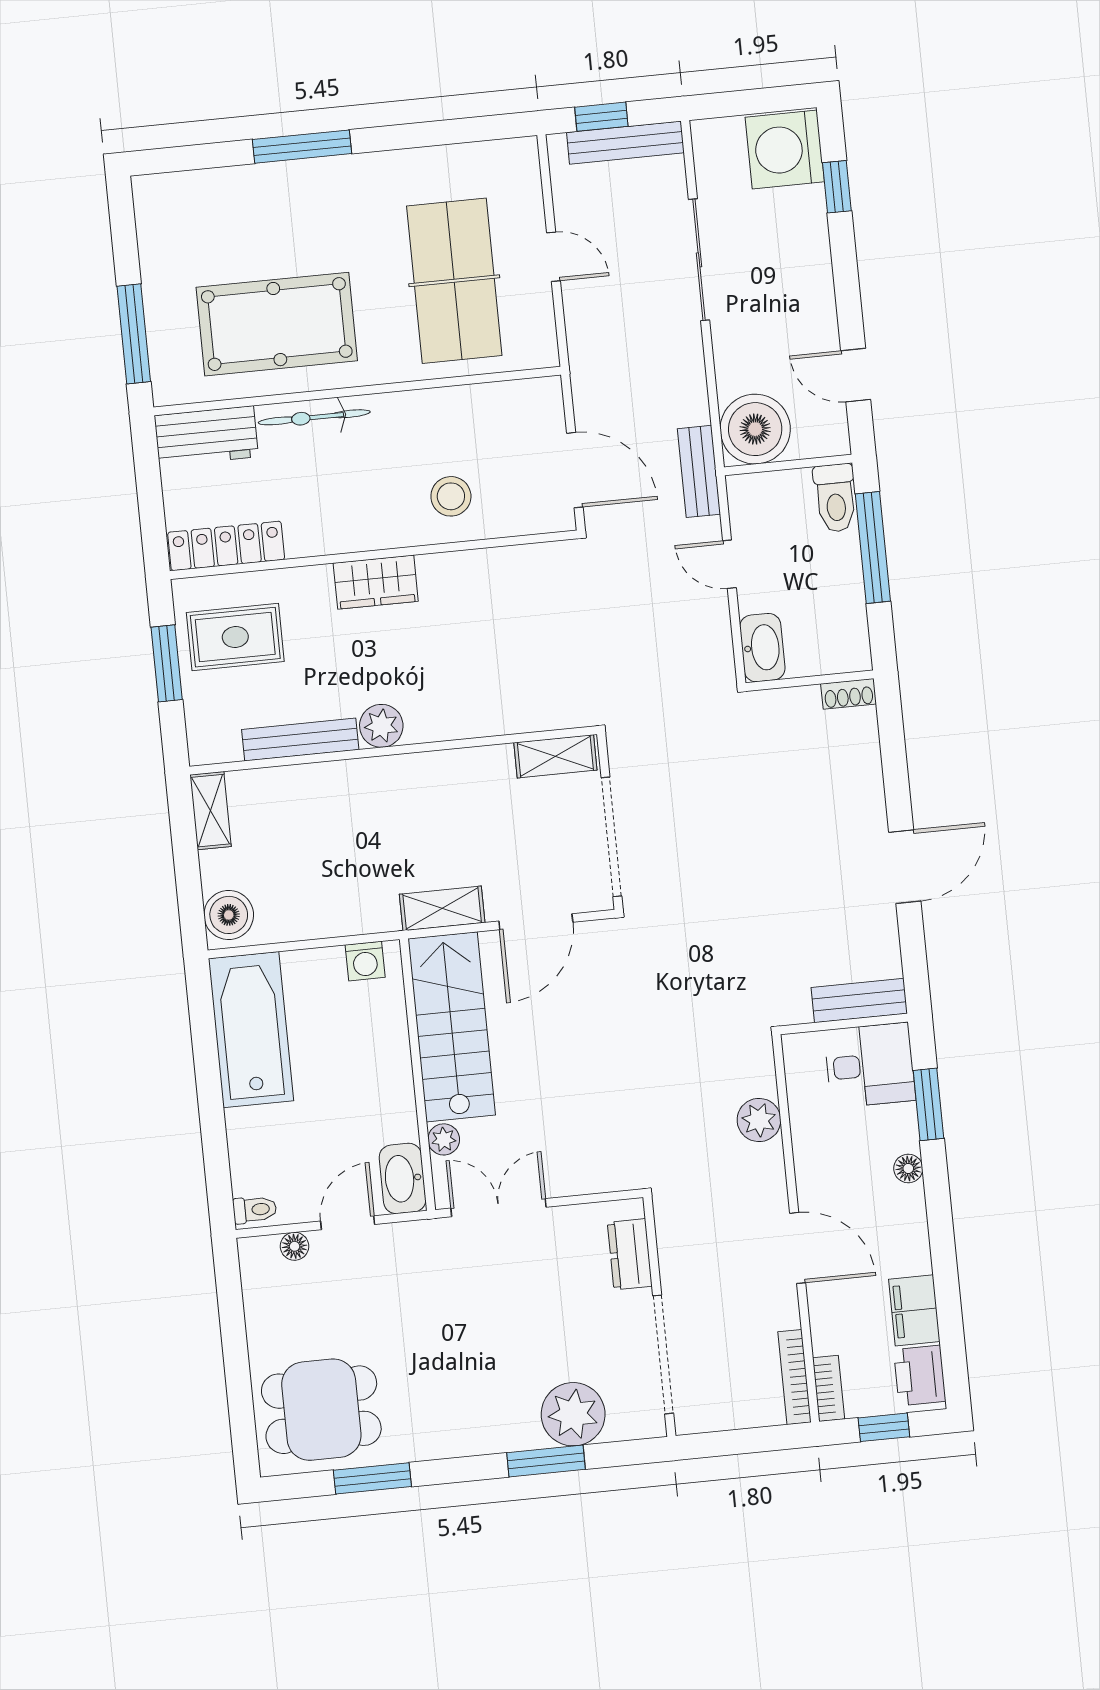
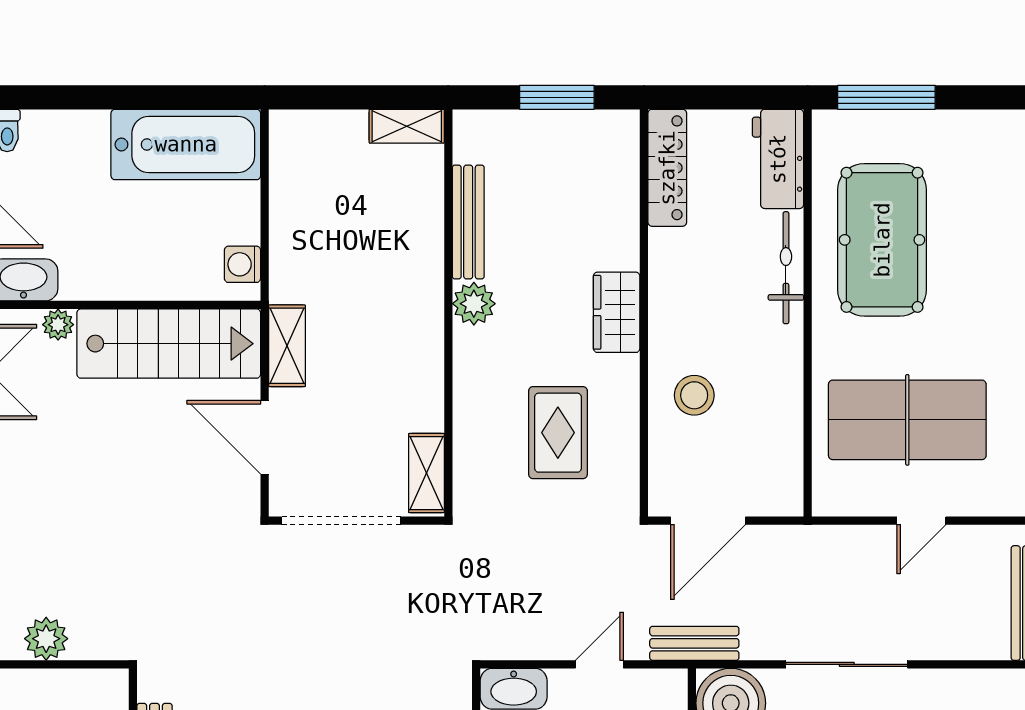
sliding door: (699, 260) -> (847, 664), moved
rug: (235, 637) -> (558, 433), moved
boiler: (229, 915) -> (302, 134), removed

